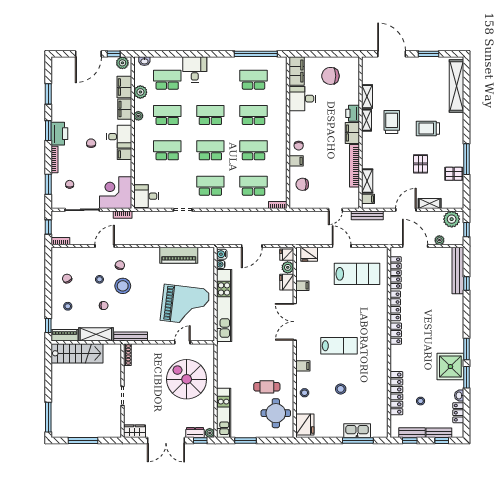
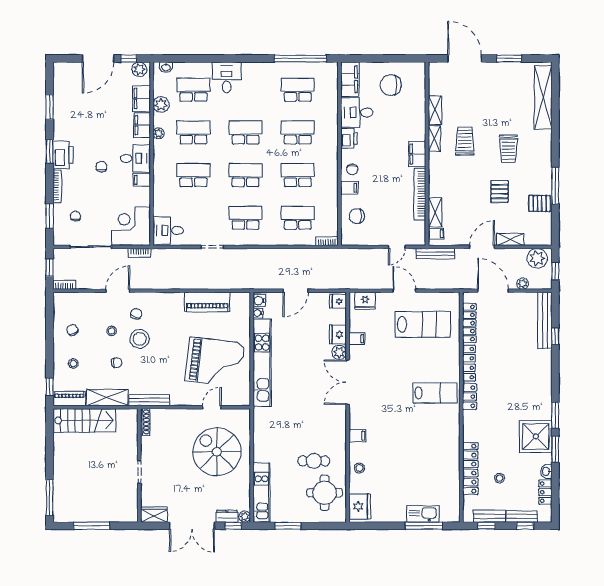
printer: (353, 113) -> (349, 138), moved, turned 180
trolley: (428, 129) -> (508, 149), turned -90
plant: (288, 267) -> (339, 352), moved
lab bench: (339, 346) -> (435, 393), moved
stool: (341, 389) -> (403, 463), removed

